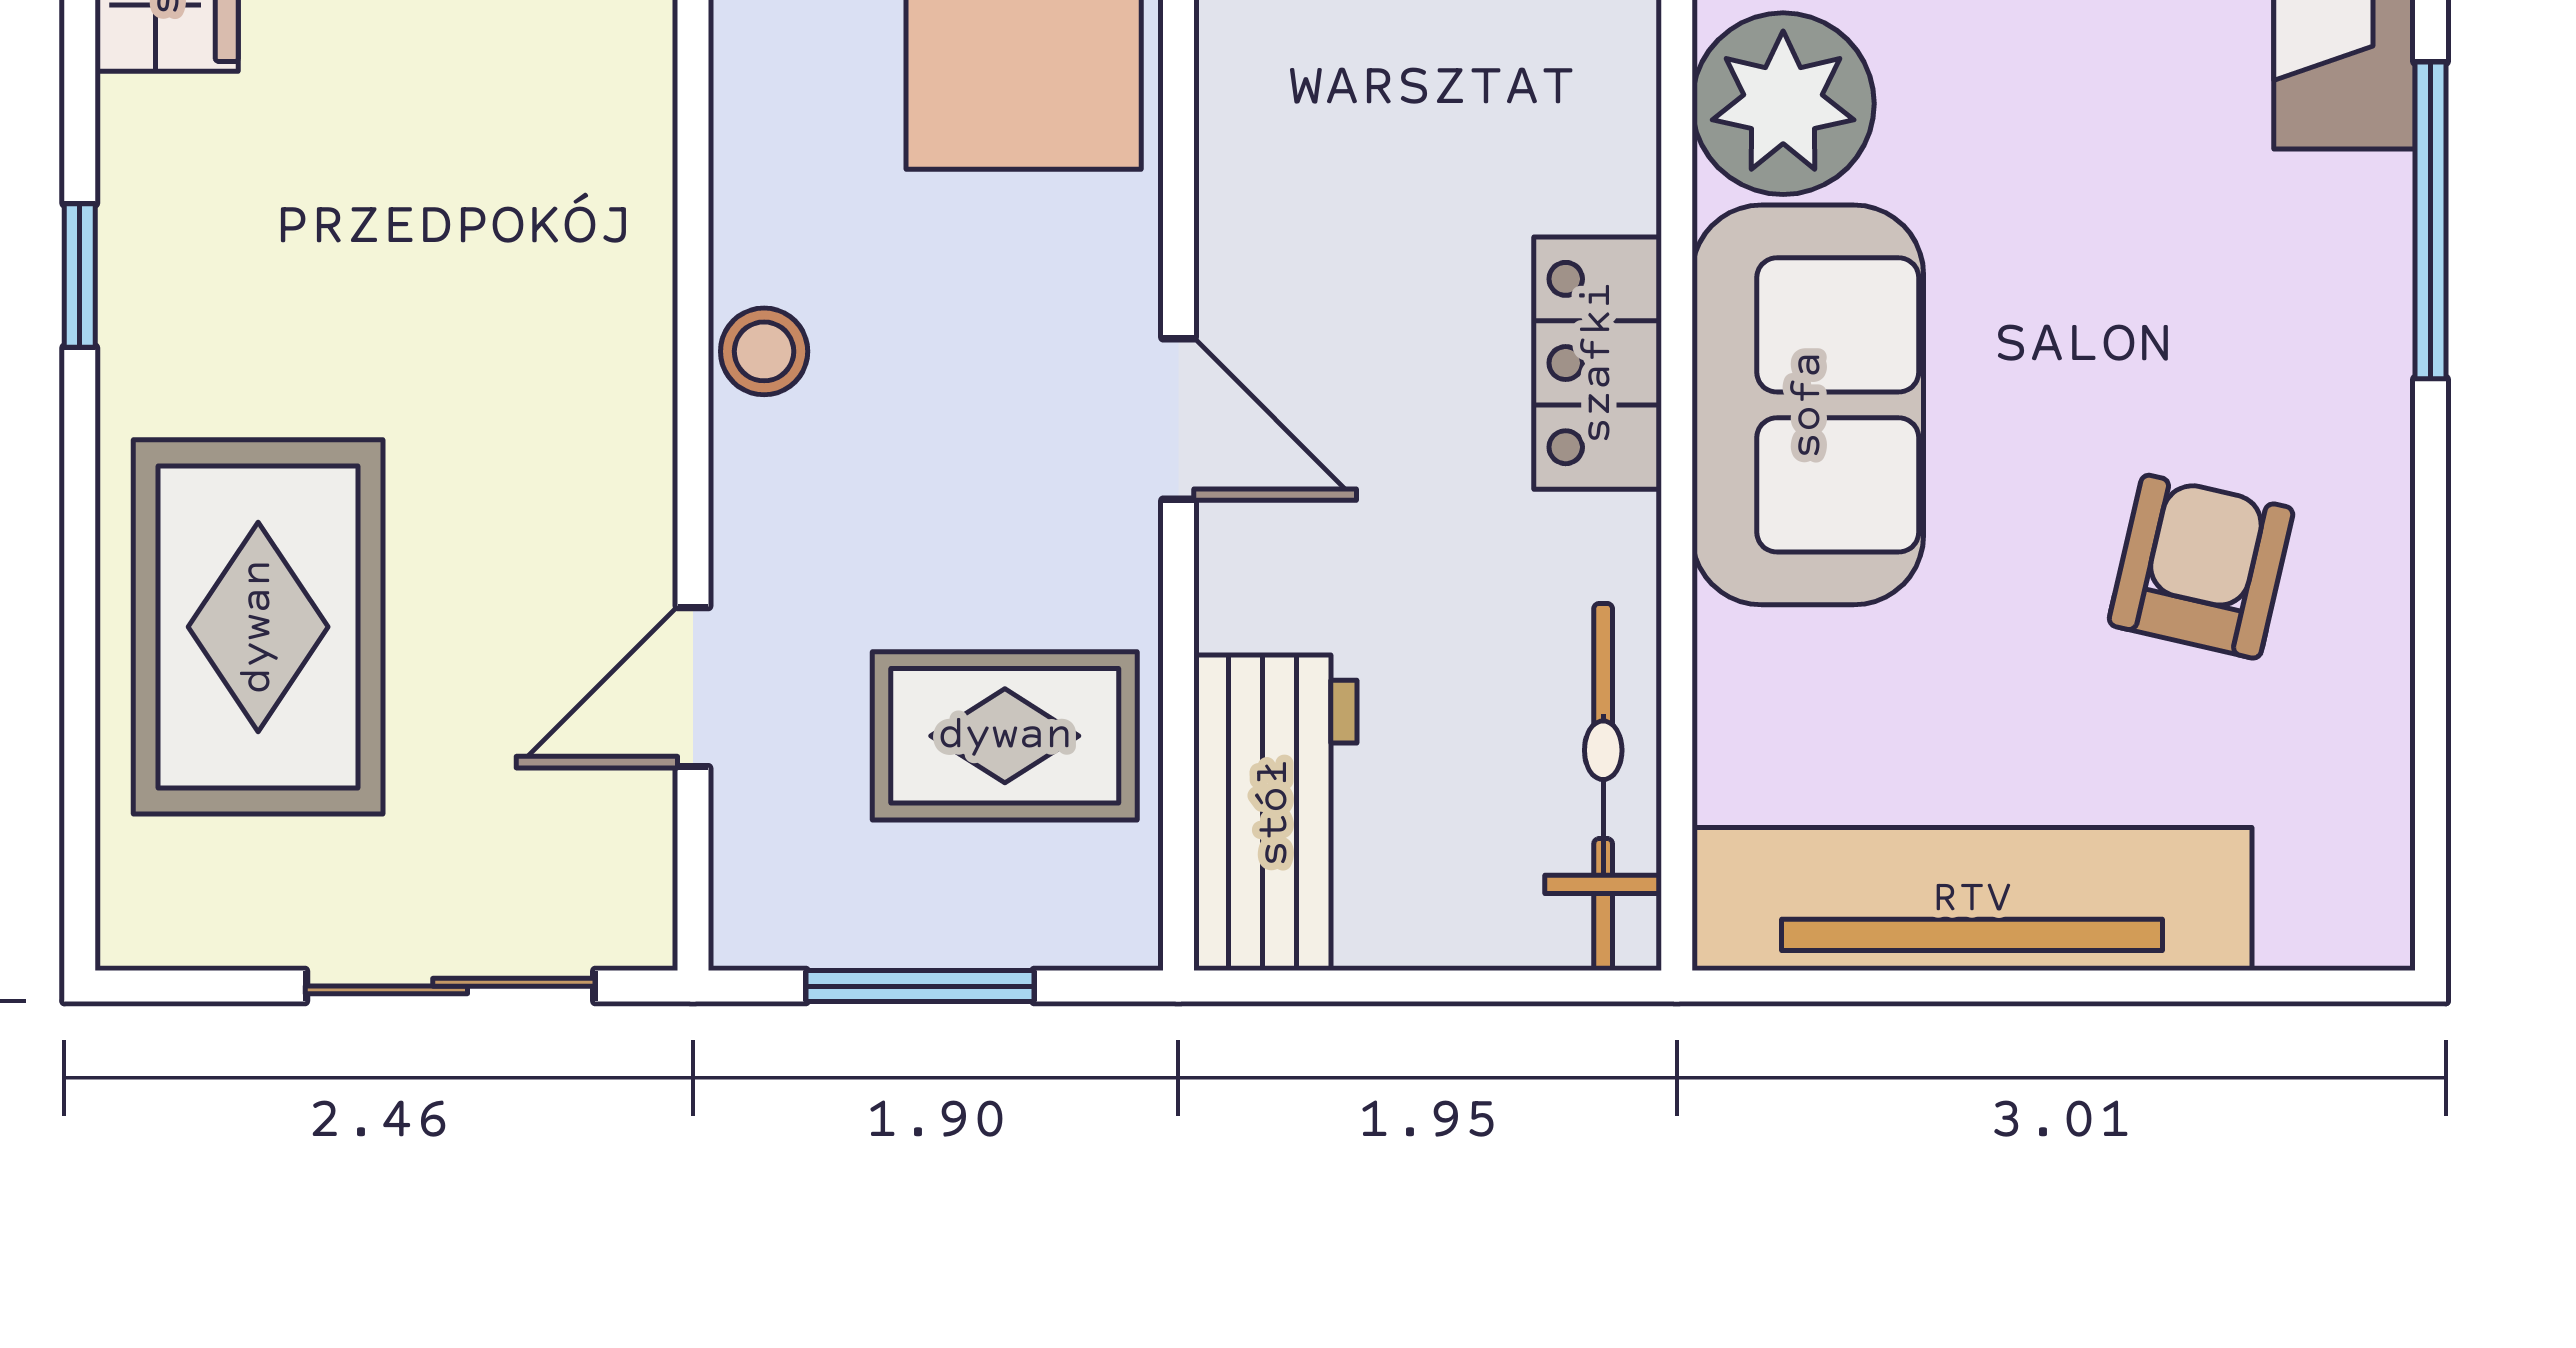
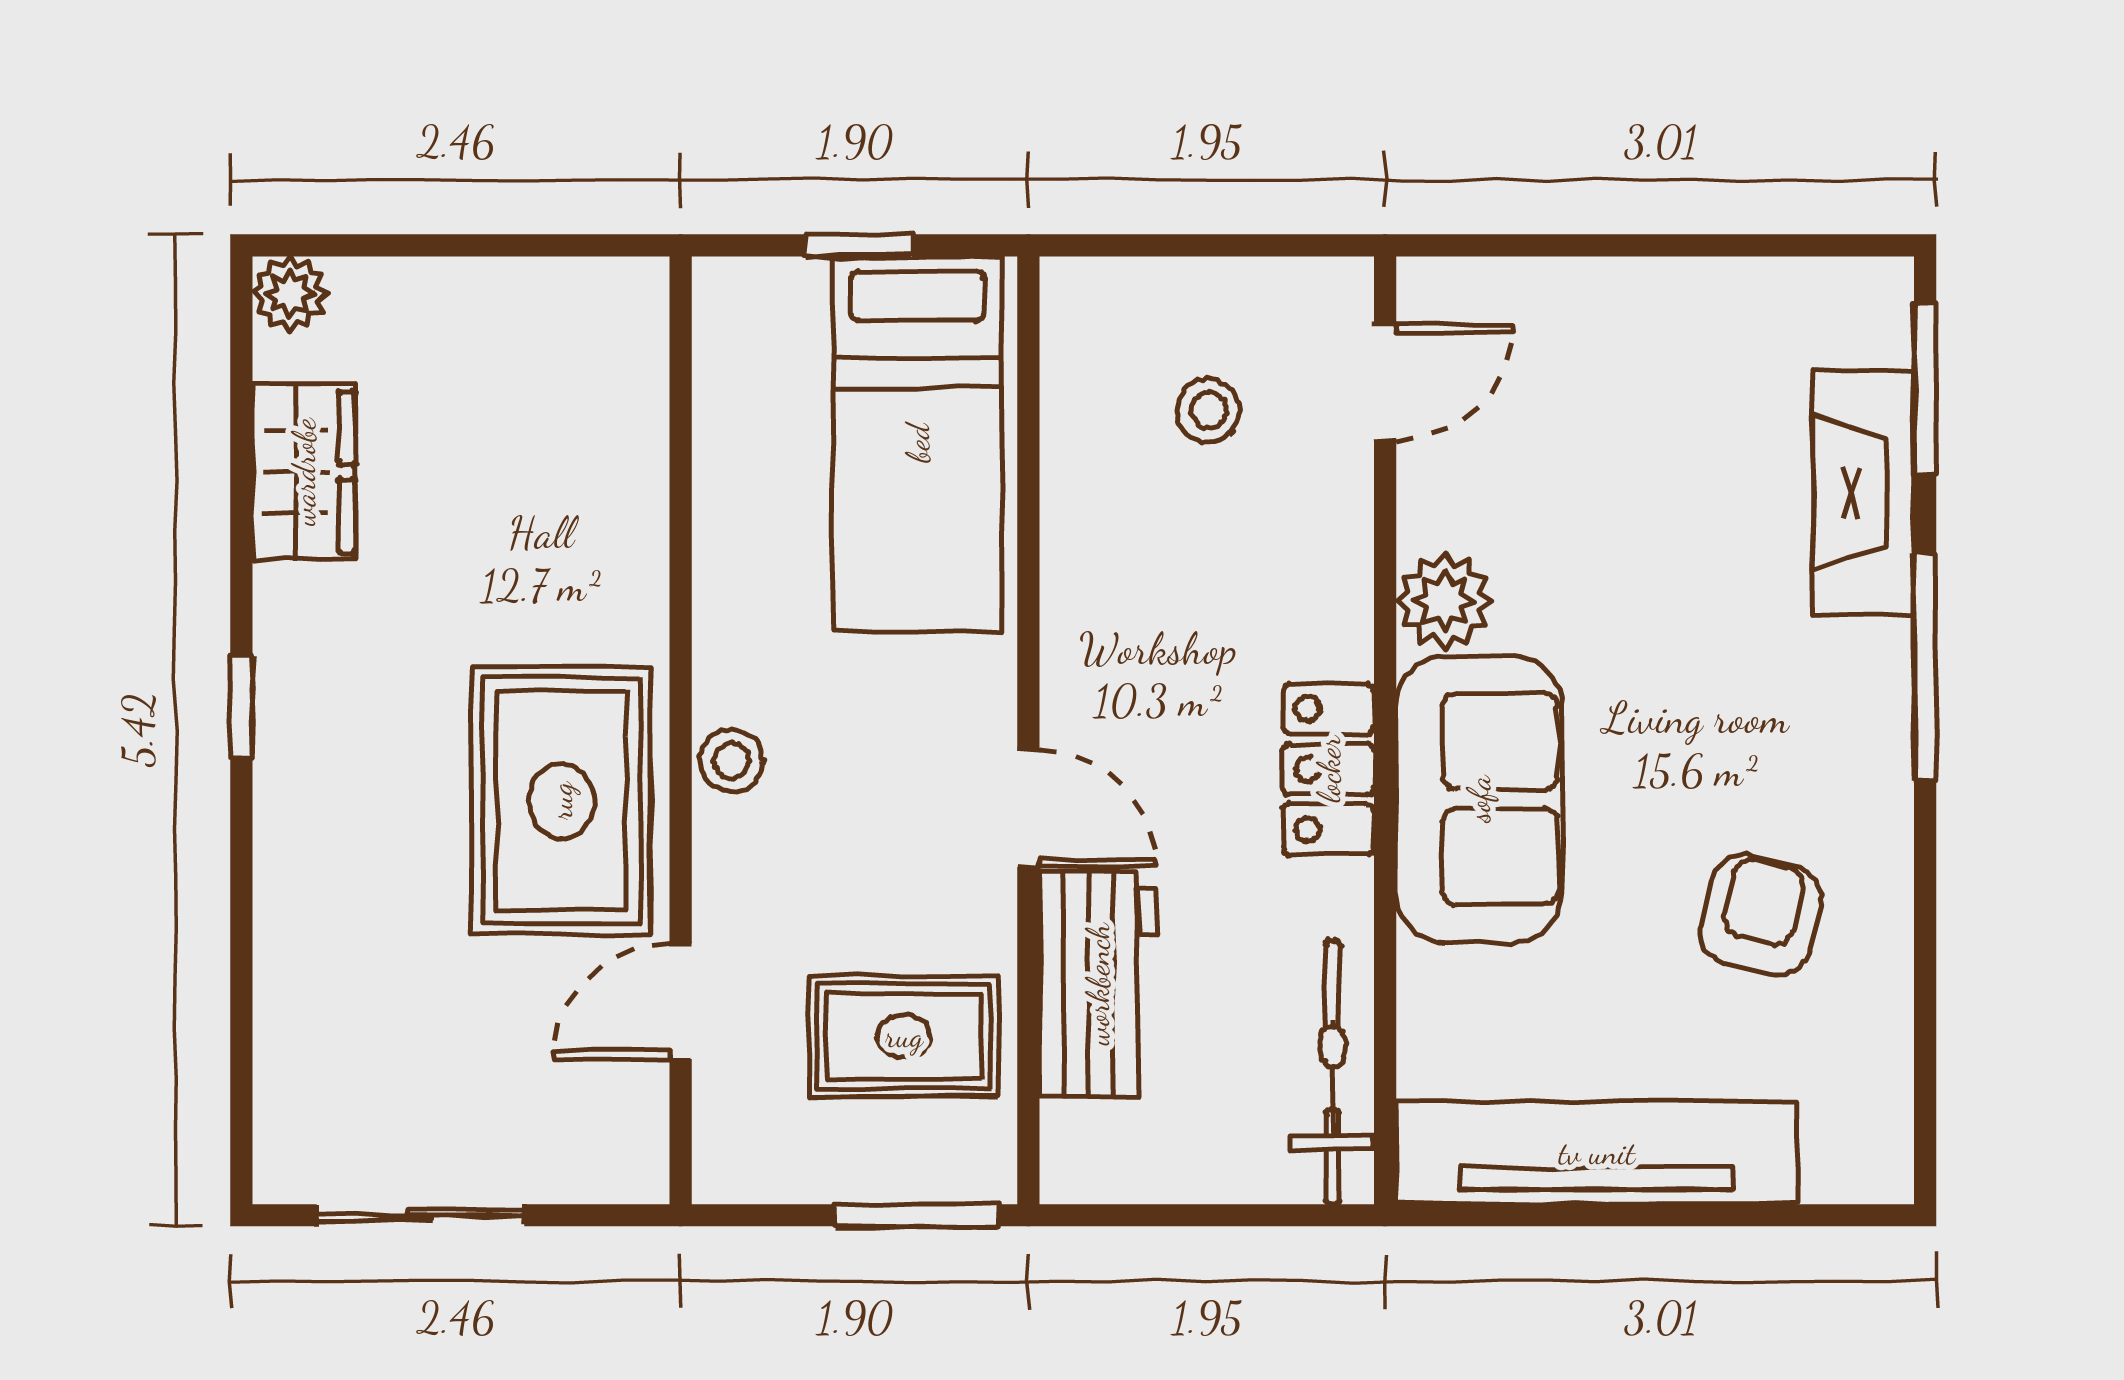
plant: (1783, 104) -> (1444, 601), width x0.73, depth x0.73
rug: (258, 627) -> (561, 801), moved
workbench: (1275, 813) -> (1098, 984), moved
sliding door: (450, 986) -> (420, 1215), moved
window: (920, 986) -> (916, 1215), moved

